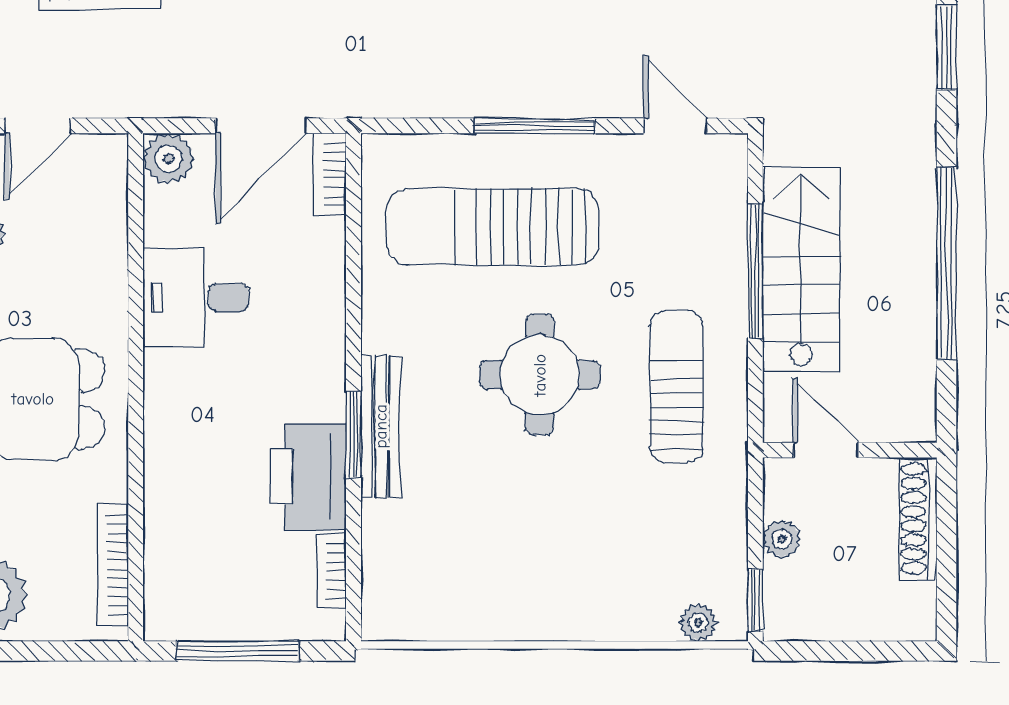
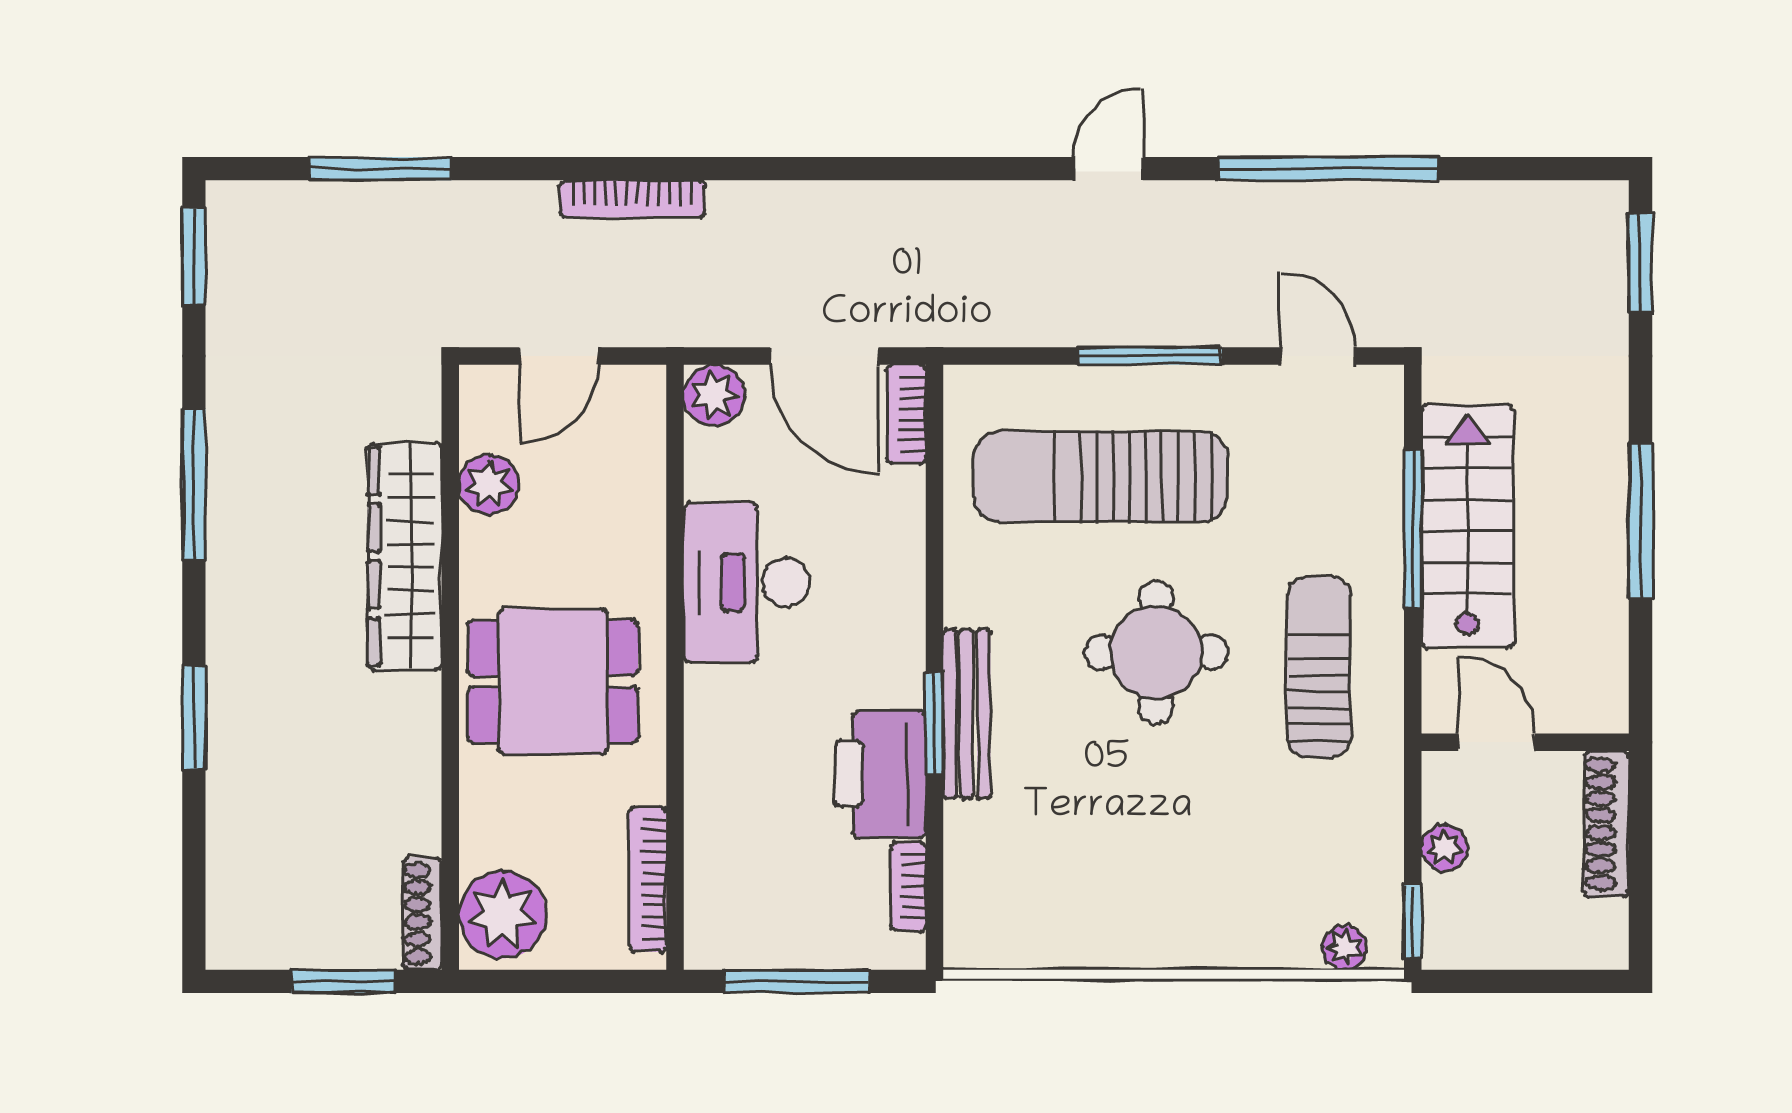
door: (261, 126) -> (824, 356), hinge flipped
window: (946, 264) -> (1641, 520), width x0.68
desk: (196, 298) -> (747, 583), width x1.37

